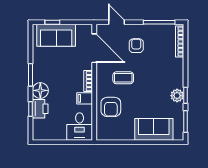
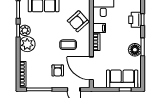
plant: (174, 78) -> (27, 44), added
floor lamp: (40, 90) -> (135, 50), moved
armchair: (111, 107) -> (78, 21), turned -132

